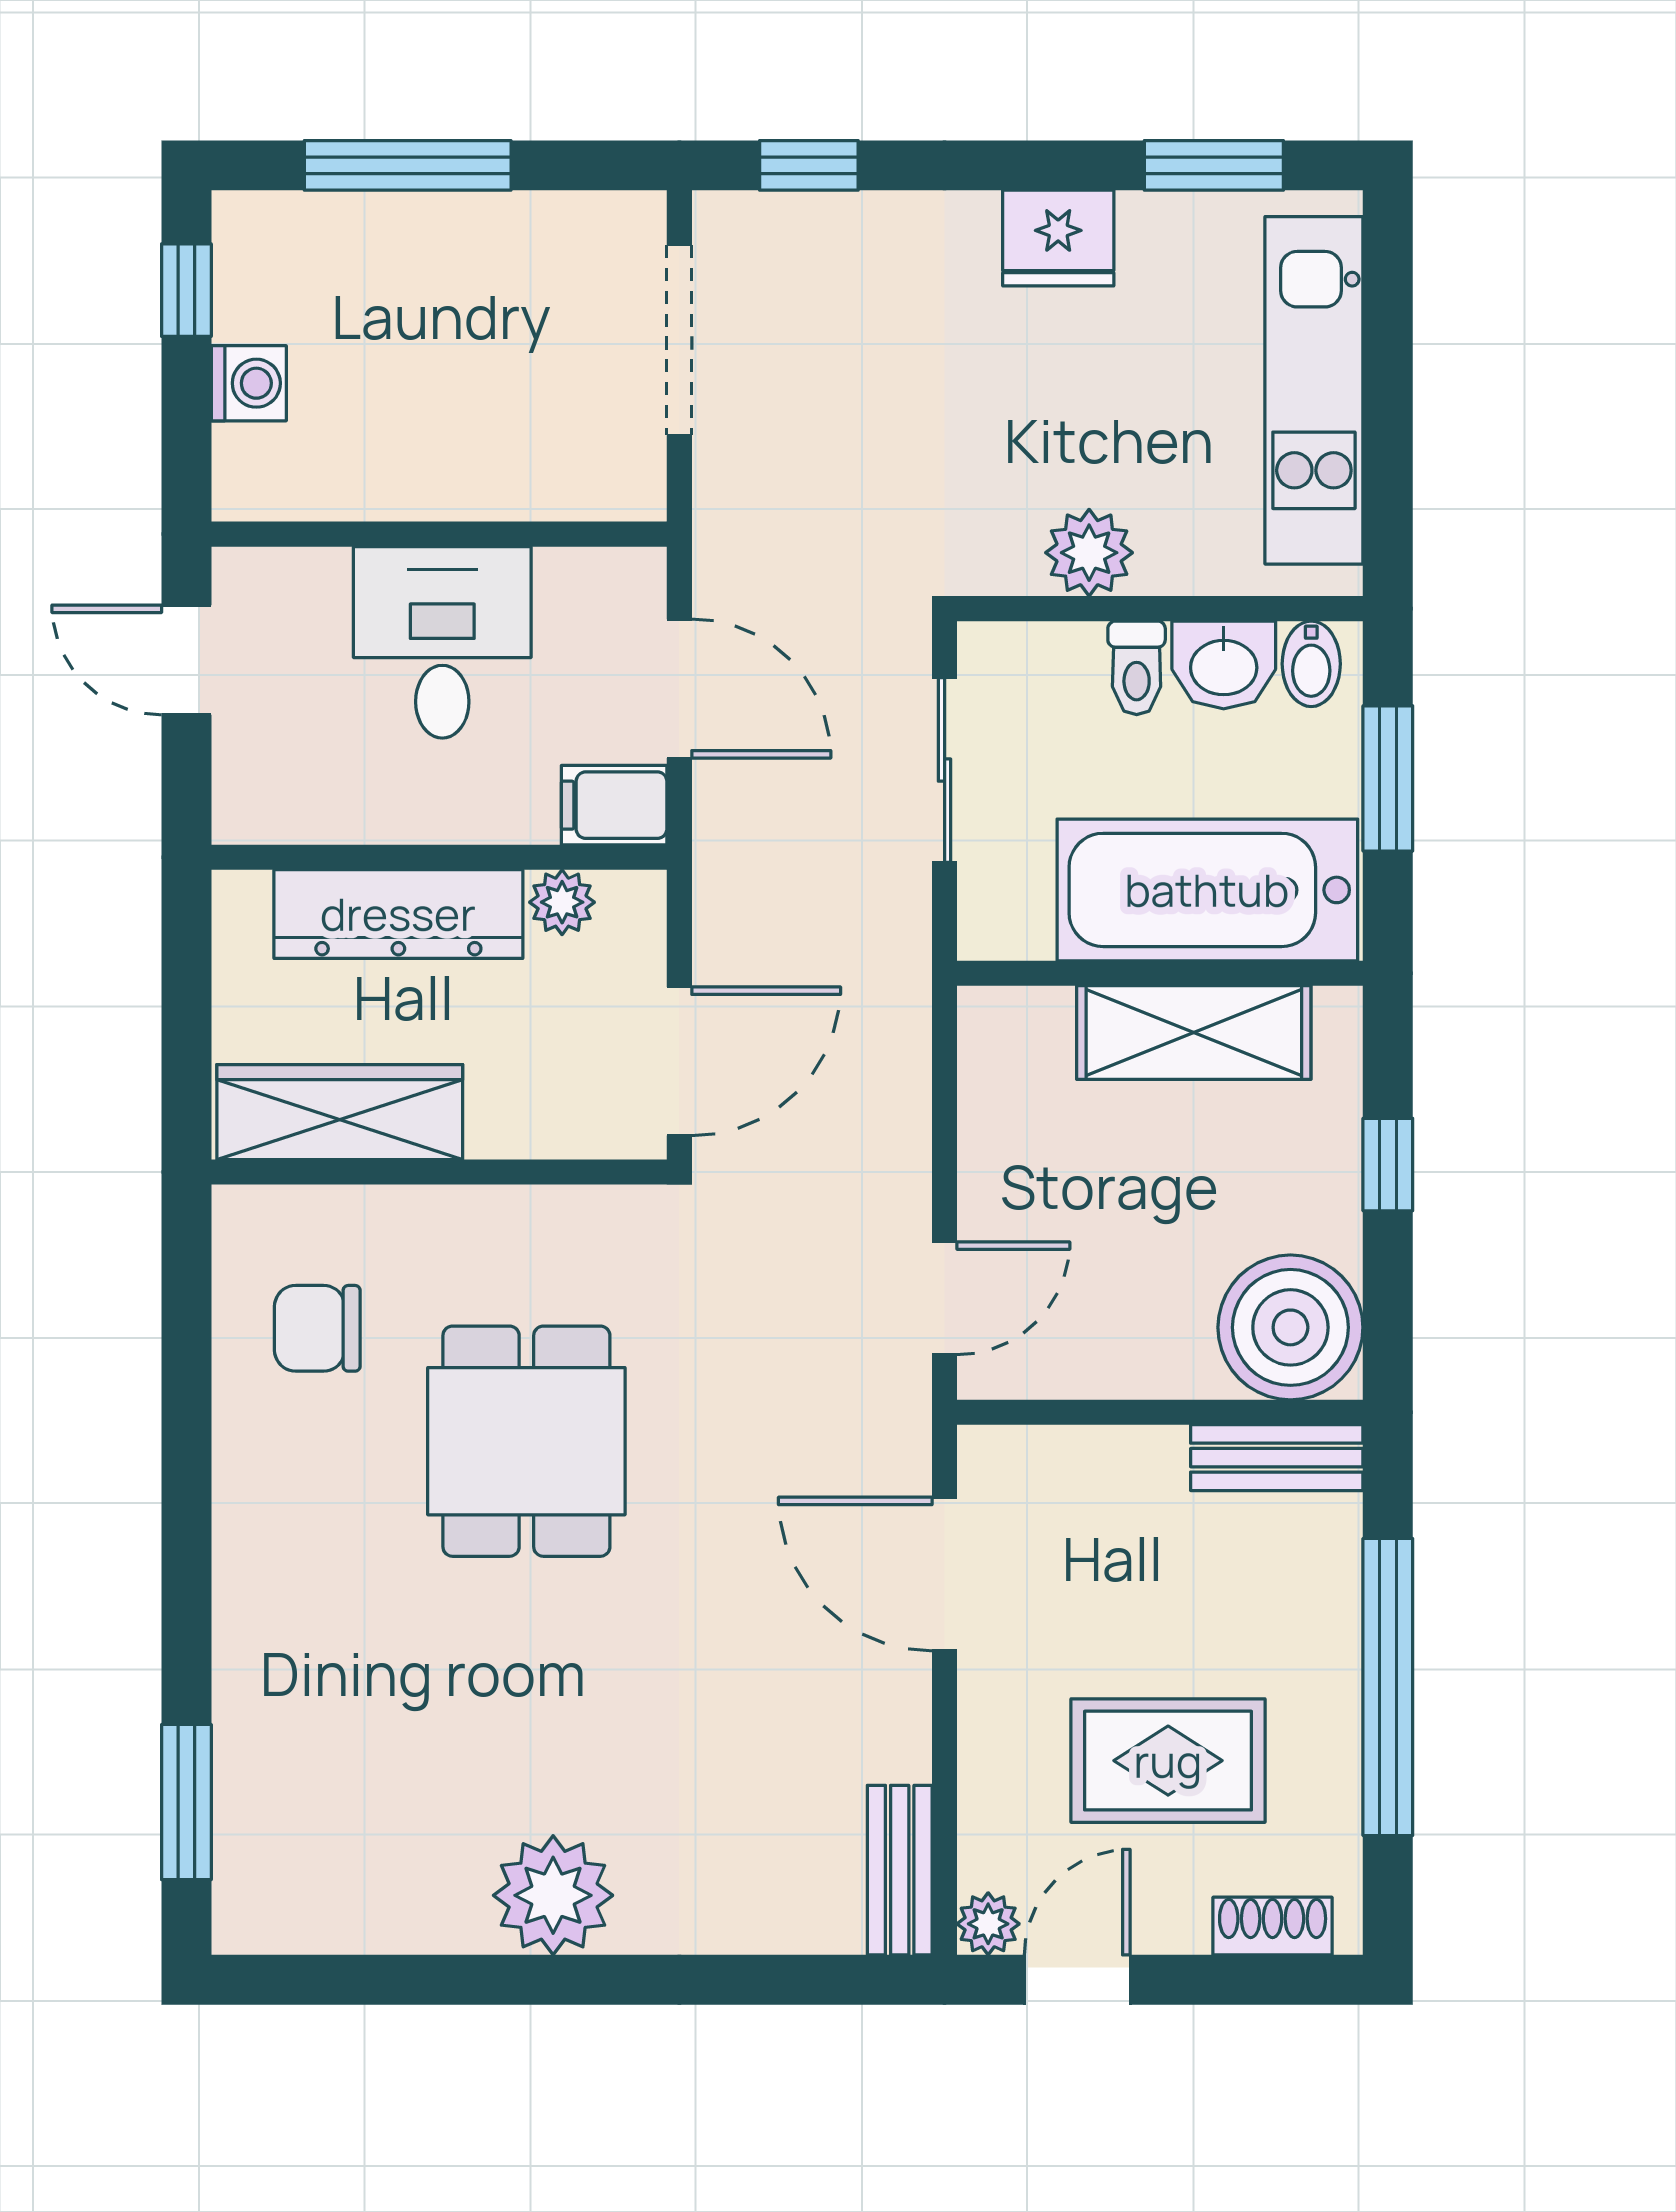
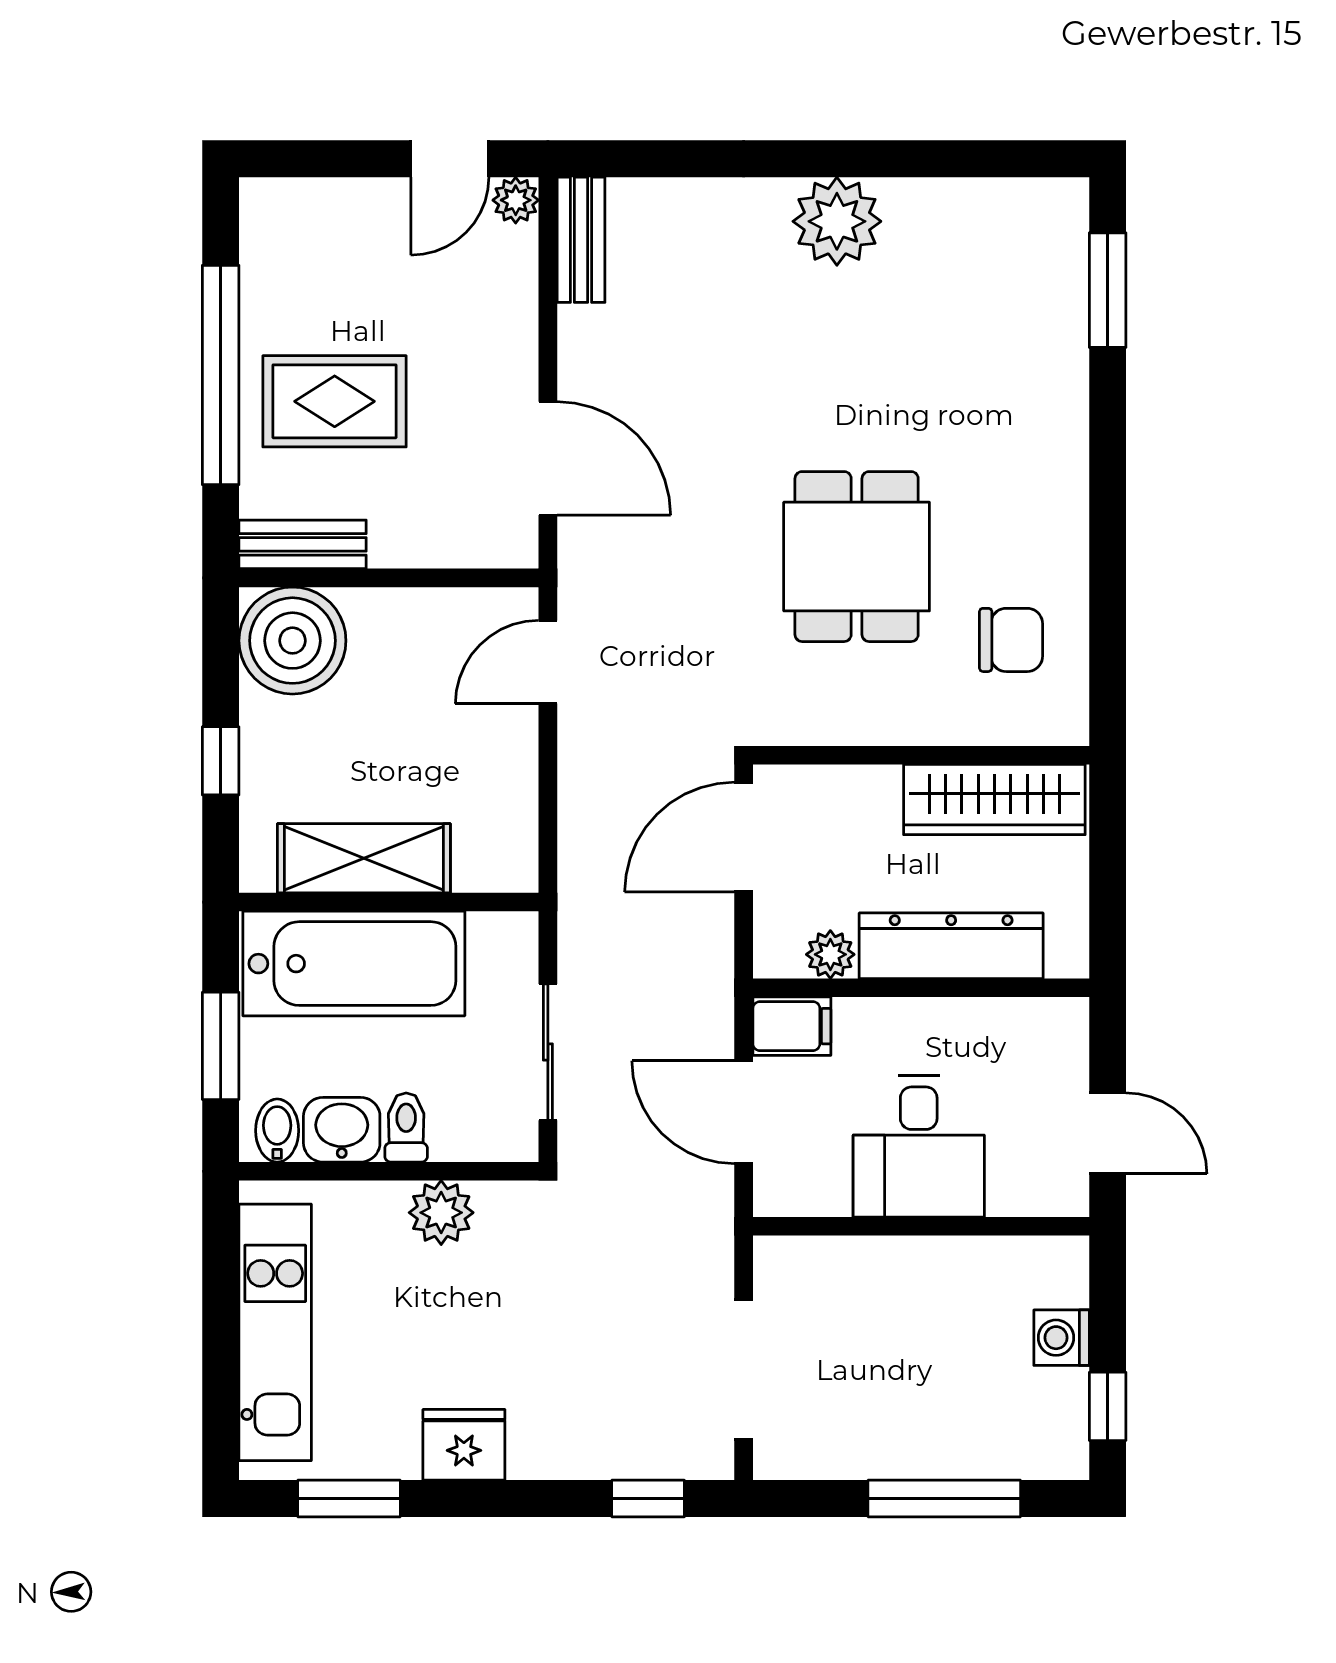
rug: (1168, 1761) -> (335, 401), moved
shoe rack: (1273, 1926) -> (306, 199), removed

